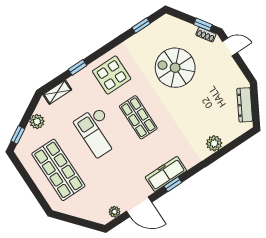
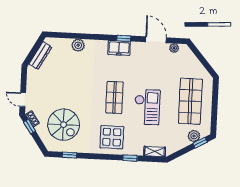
spiral stairs: (175, 68) -> (64, 125), moved
plant: (37, 122) -> (194, 136), moved
freezer: (166, 174) -> (119, 48), width x0.71

